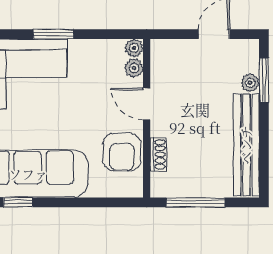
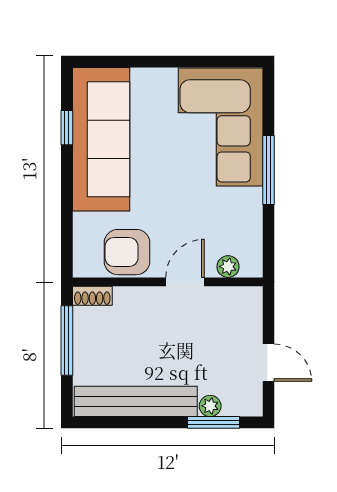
window: (53, 34) -> (268, 170), width x1.44
plant: (134, 48) -> (252, 267), removed
shoe rack: (158, 154) -> (92, 296), moved

